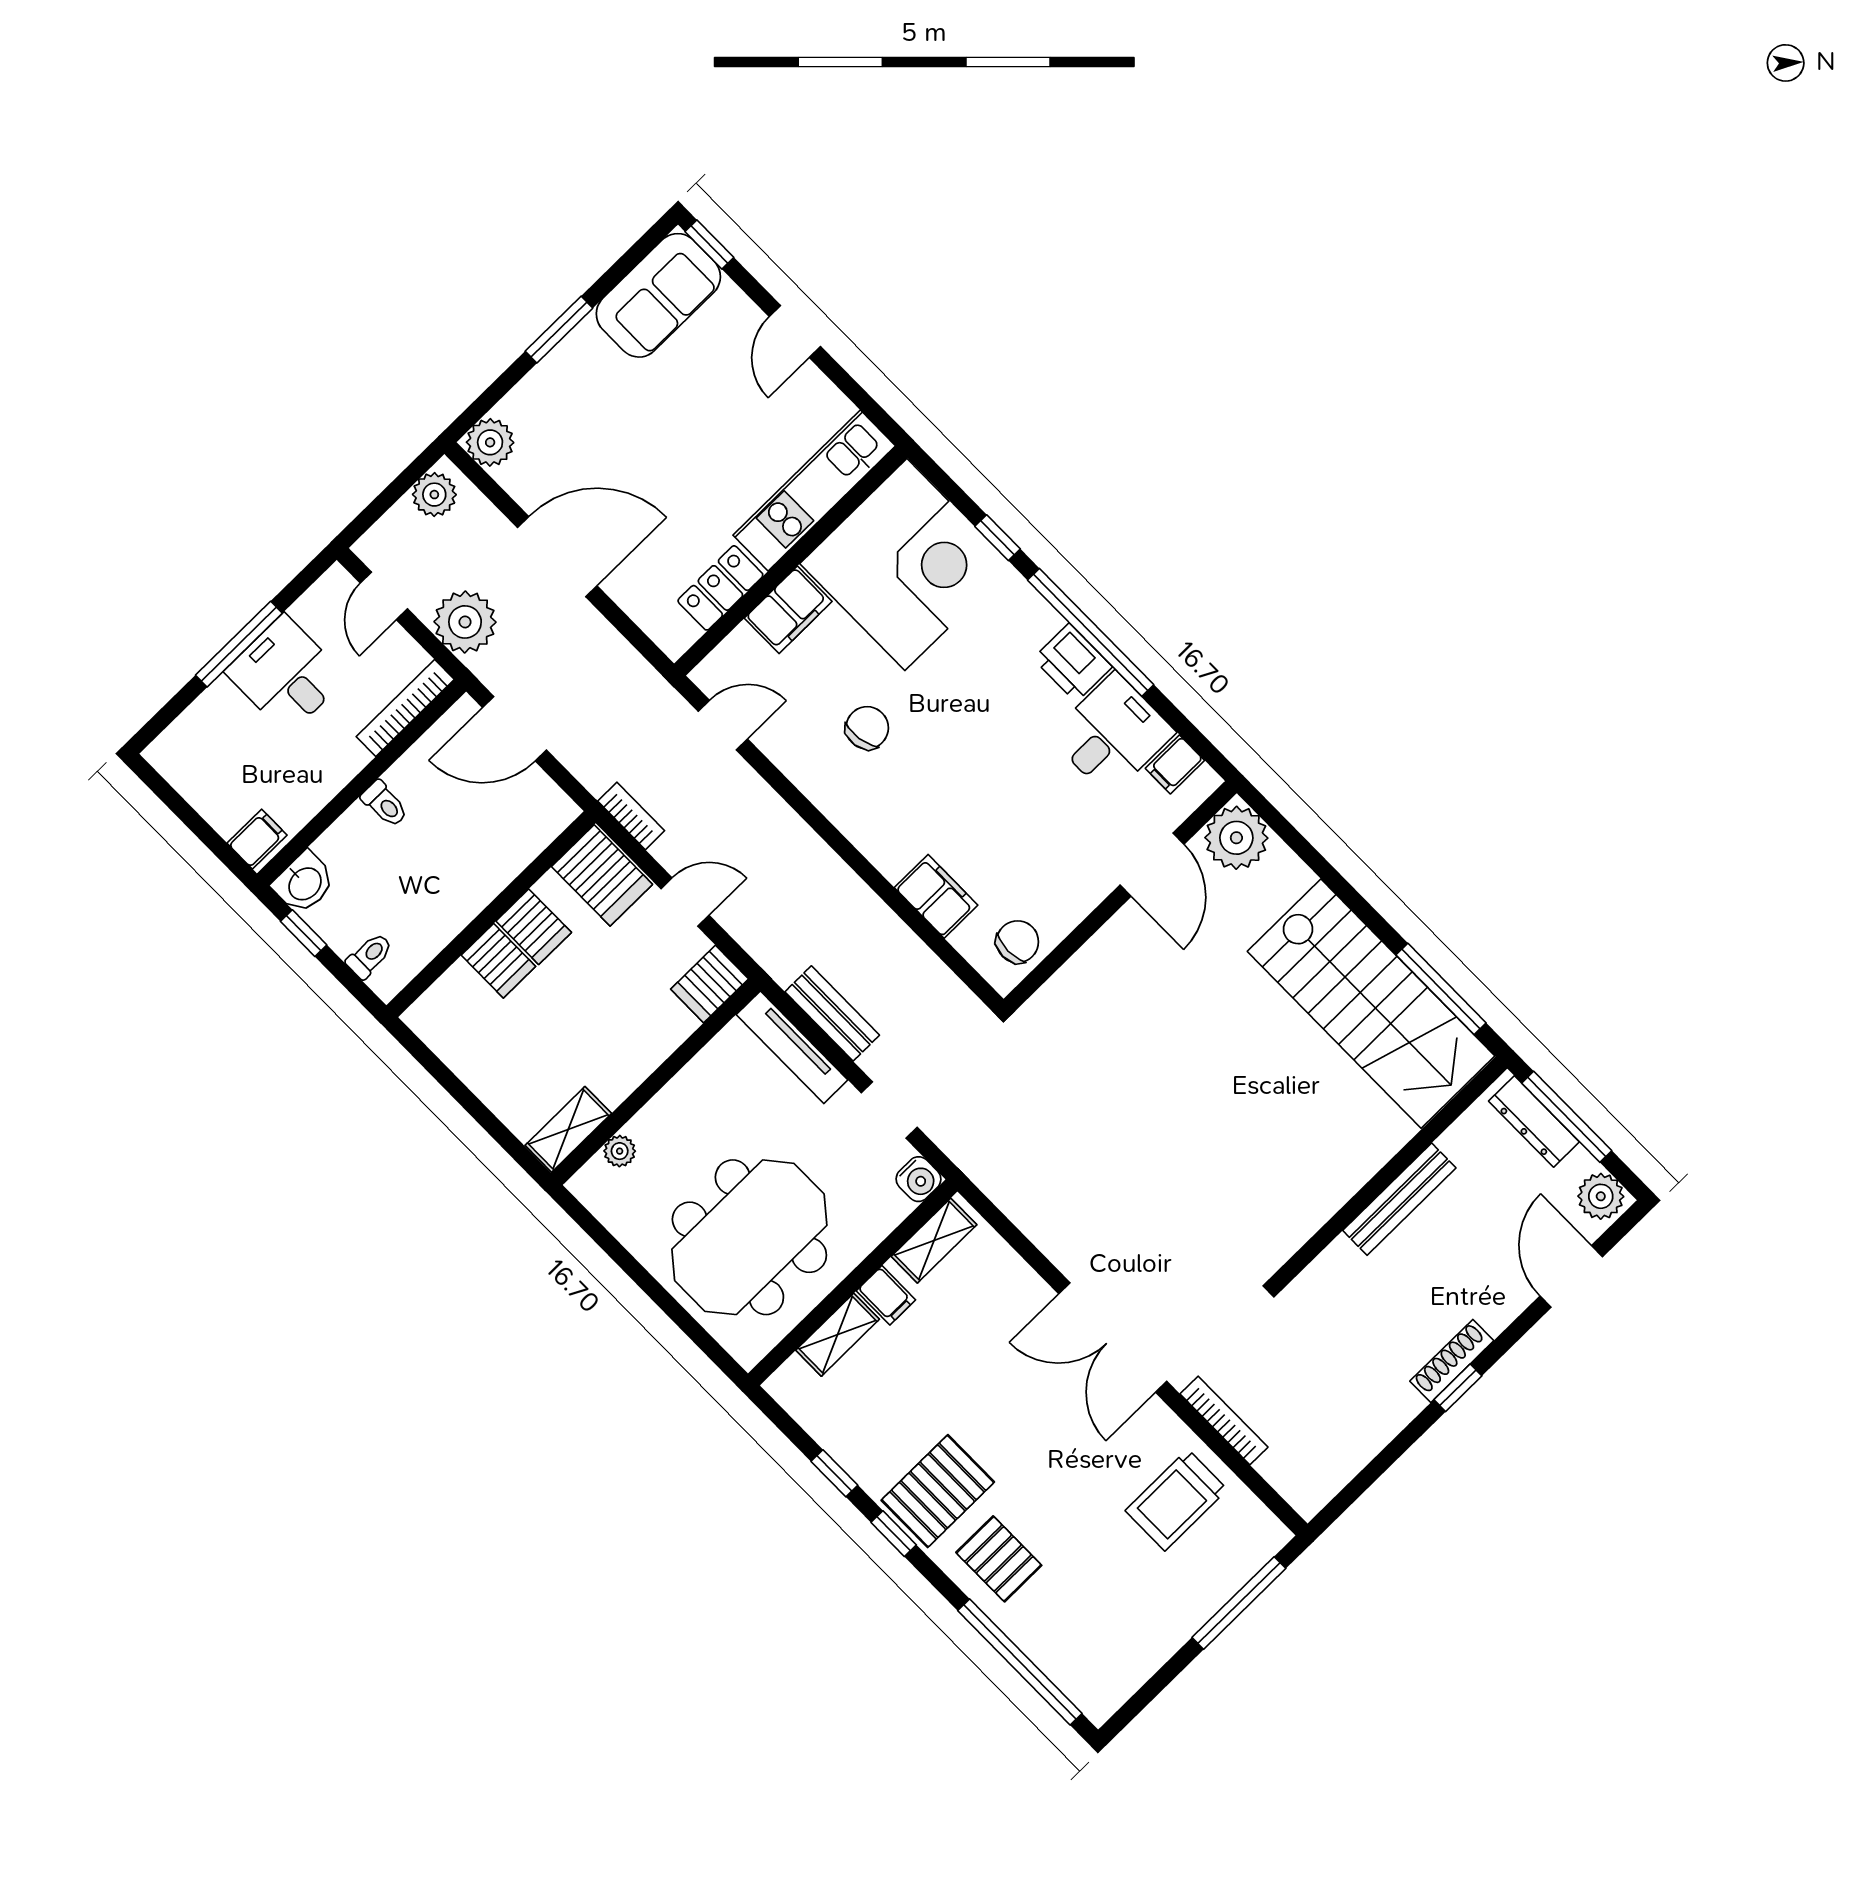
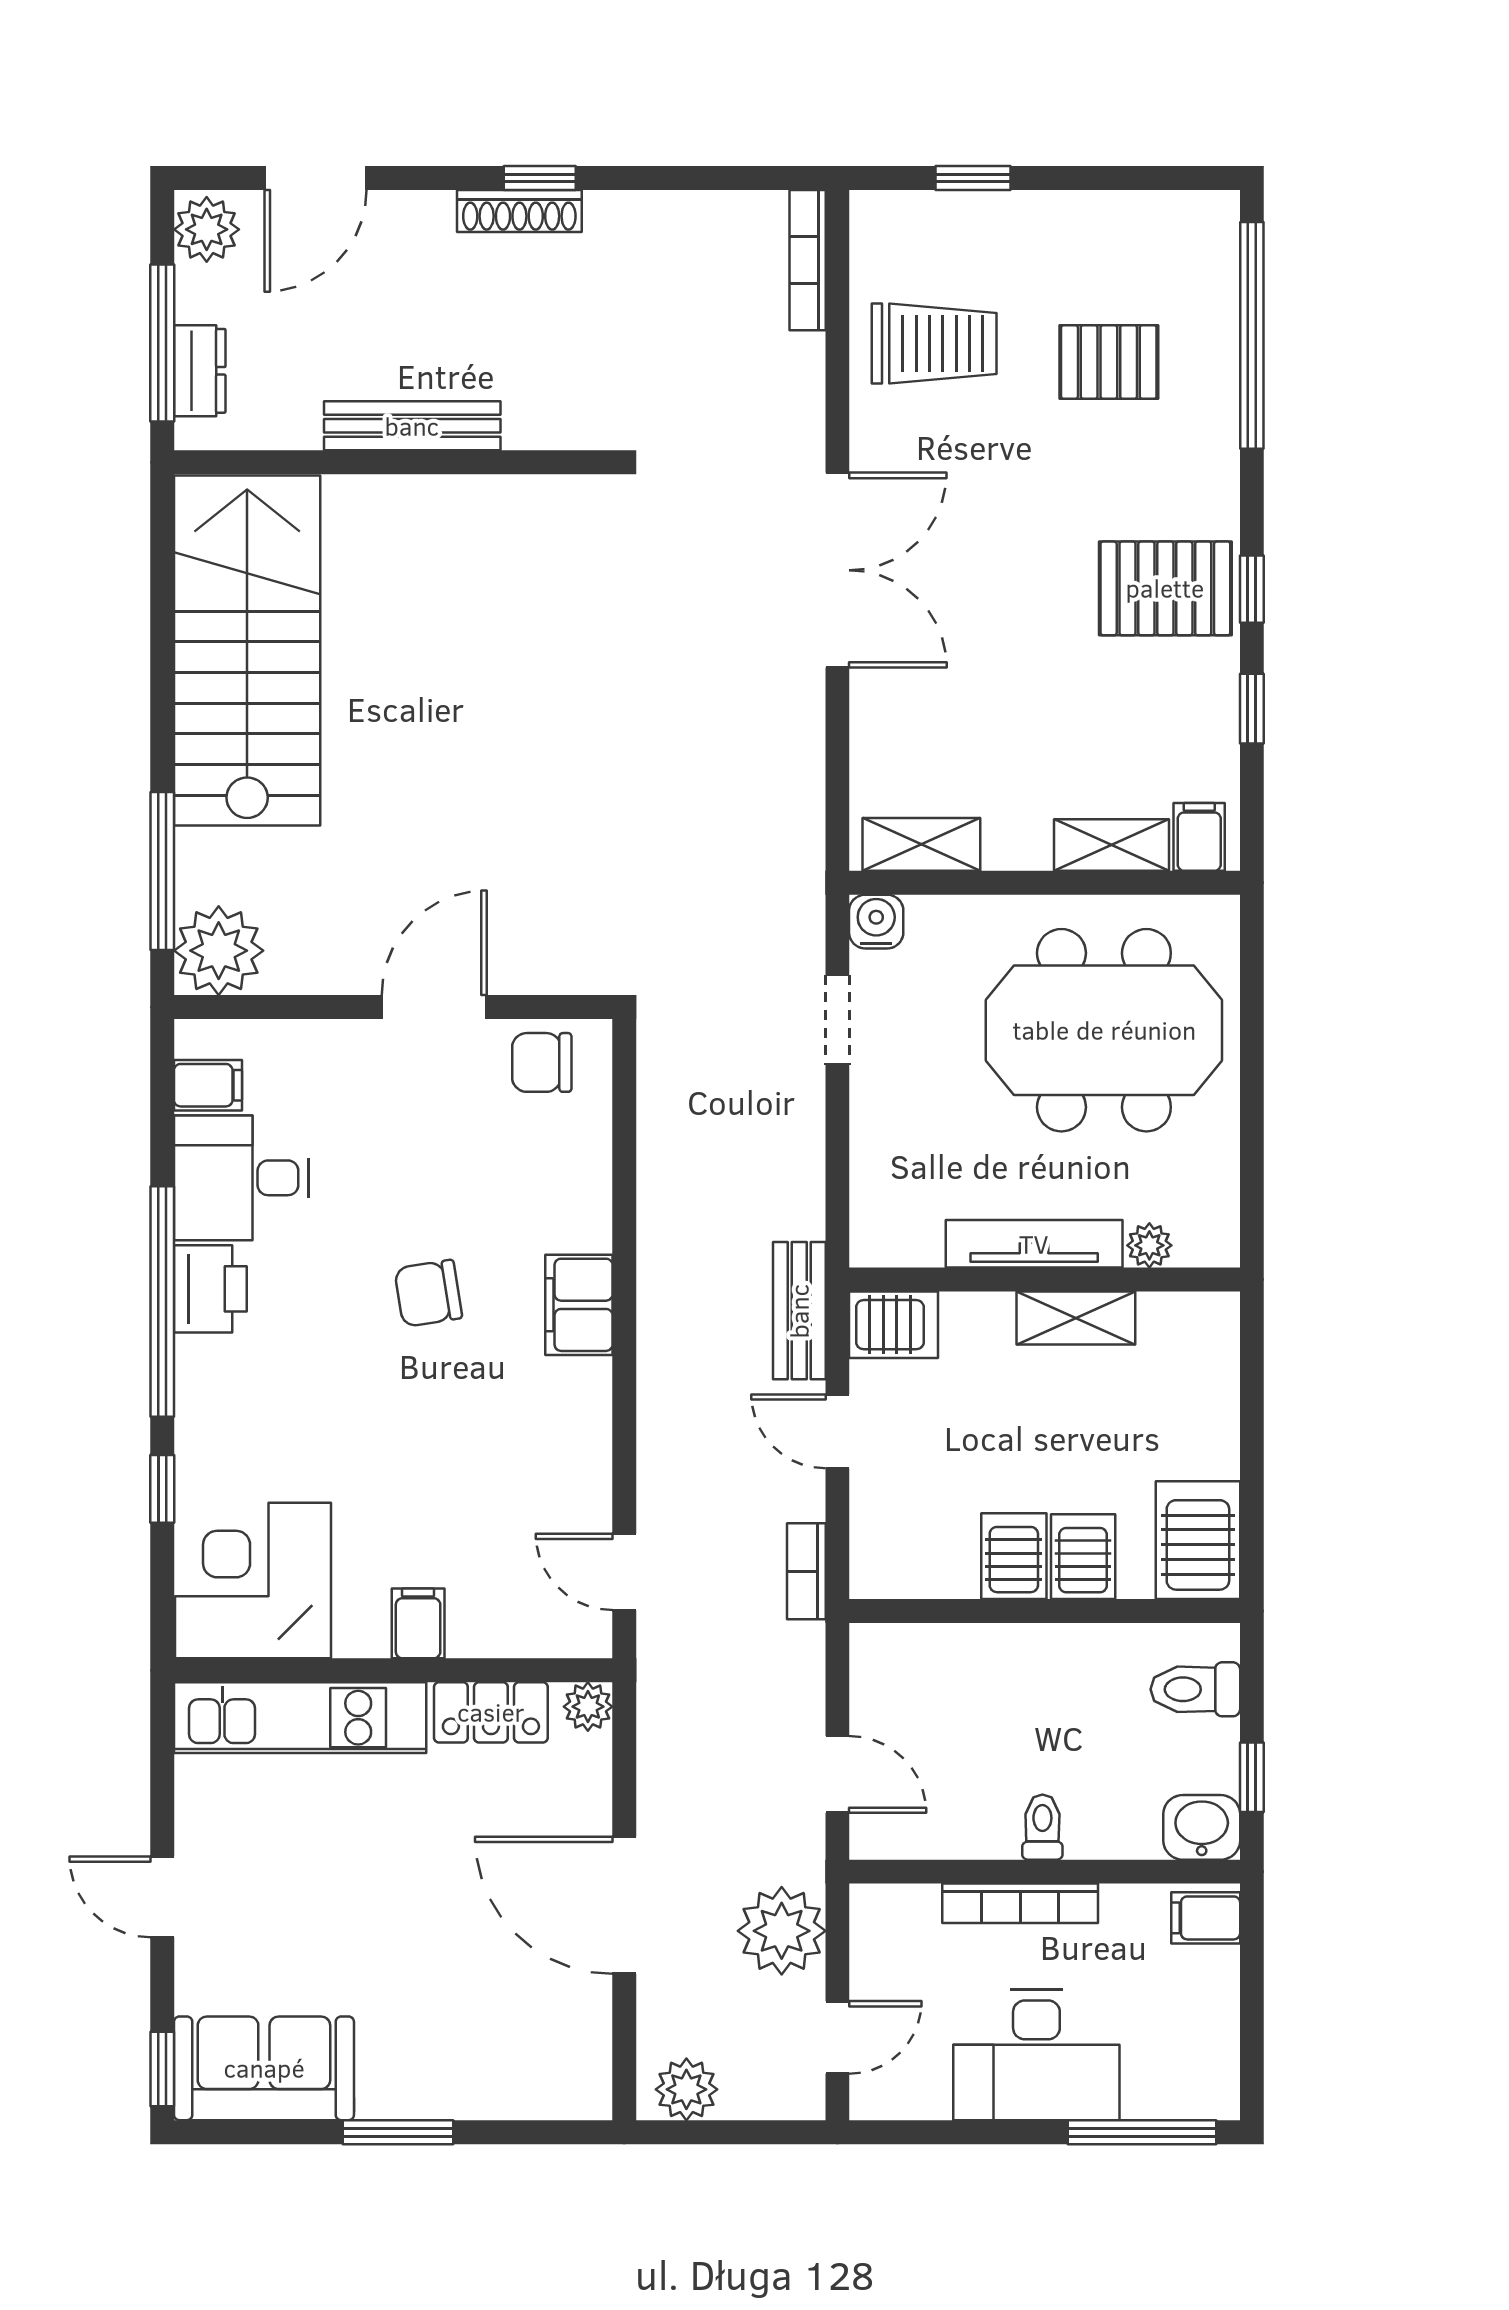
door: (795, 331) -> (162, 1897), swing flipped
plant: (490, 442) -> (588, 1707), moved, width x0.73, depth x0.73
corner desk: (906, 565) -> (253, 1581), width x0.74, depth x0.74
filing cabinet: (788, 610) -> (418, 1623), width x0.50
window: (239, 644) -> (1142, 2132), moved
desk: (286, 675) -> (1036, 2055), width x1.37
bookcase: (405, 708) -> (1020, 1903), moved
chair: (867, 728) -> (428, 1293), moved
door: (514, 729) -> (837, 1774), width x0.73
door: (1152, 865) -> (434, 1007), moved
server rack: (602, 875) -> (1198, 1540), moved
filing cabinet: (936, 896) -> (579, 1305), moved
toilet: (370, 956) -> (1195, 1689), width x1.37, depth x1.39
window: (1441, 989) -> (162, 871), moved
bench: (832, 1013) -> (799, 1311), moved
tv unit: (792, 1047) -> (1034, 1244), moved, turned -90
dresser: (1534, 1121) -> (200, 371), width x0.70
shelving: (568, 1129) -> (1076, 1318), moved
filing cabinet: (886, 1295) -> (1199, 837), moved
bookcase: (1224, 1421) -> (808, 260), moved
pallet: (999, 1559) -> (1109, 362), moved, turned 90
window: (1239, 1603) -> (973, 178), width x0.46

